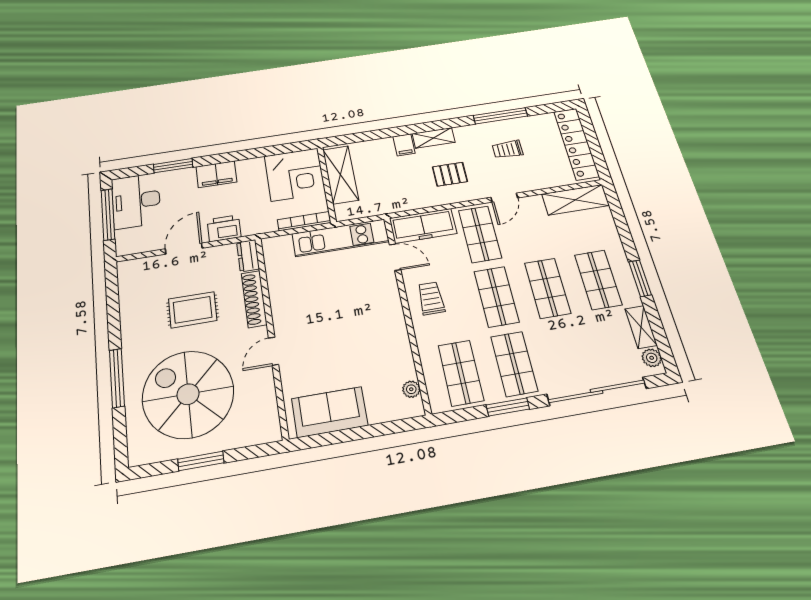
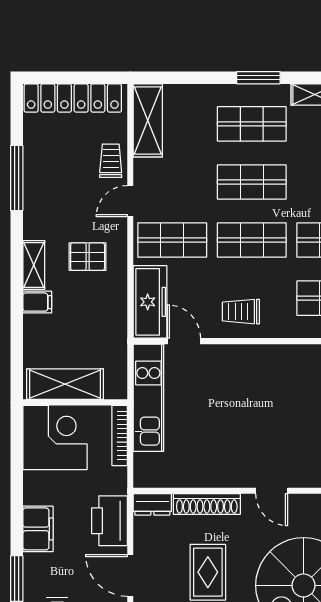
trolley: (508, 149) -> (111, 161), moved, turned 180
pallet: (450, 174) -> (88, 257), turned 90
door: (504, 198) -> (130, 201), swing flipped
printer: (224, 228) -> (109, 521), width x1.37, depth x1.19
door: (395, 257) -> (184, 341), hinge flipped

